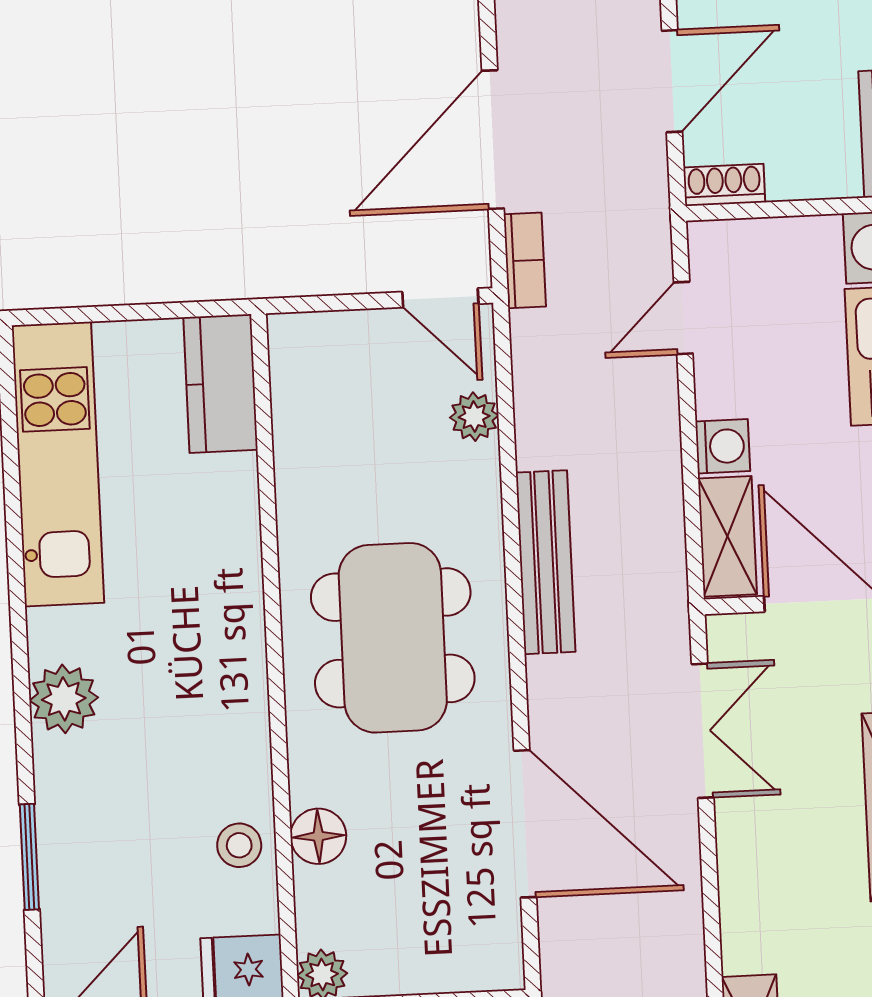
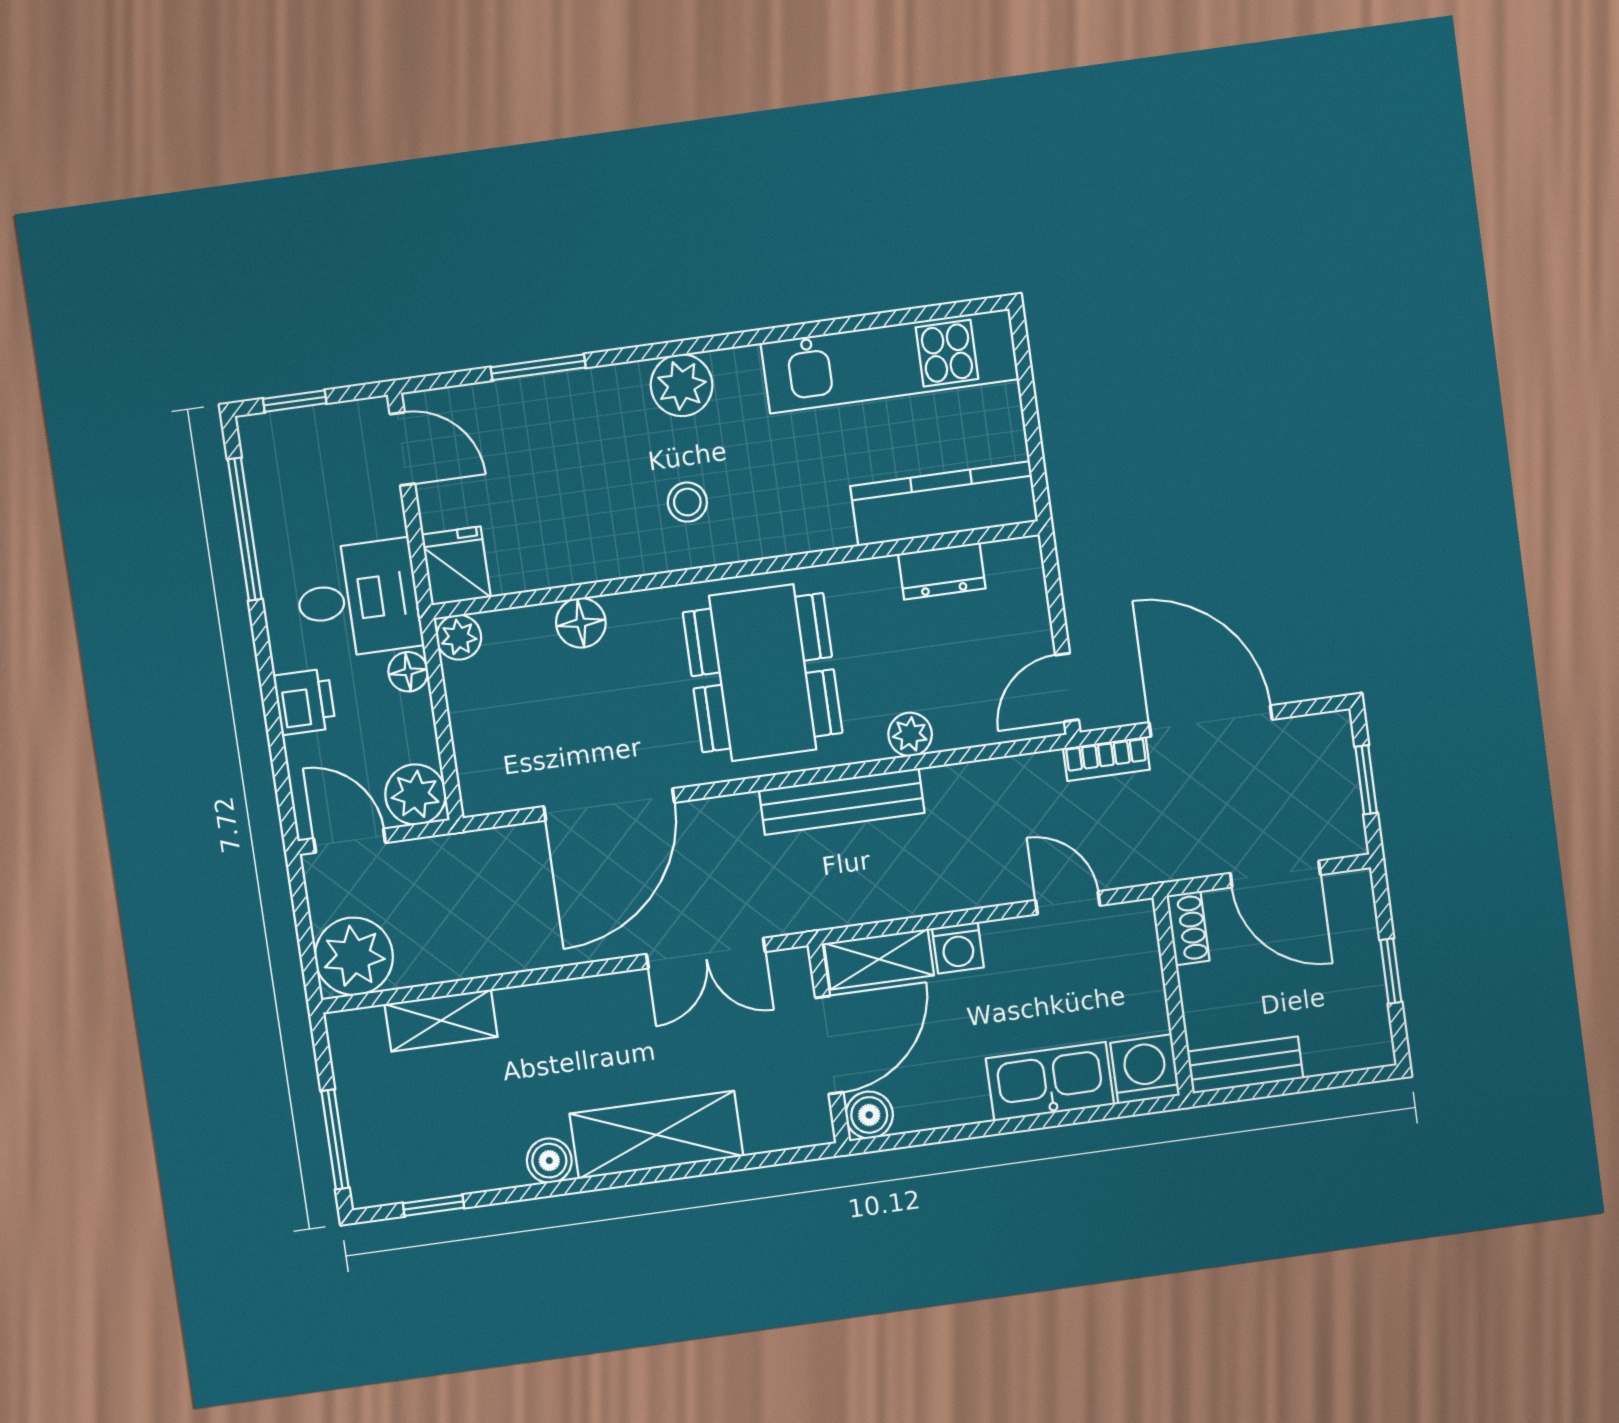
kitchen counter: (220, 384) -> (944, 504), width x1.50
plant: (474, 417) -> (910, 734), moved
dresser: (297, 427) -> (942, 571), added
dining table: (393, 638) -> (763, 673), turned 90
stool: (239, 845) -> (687, 502), moved

